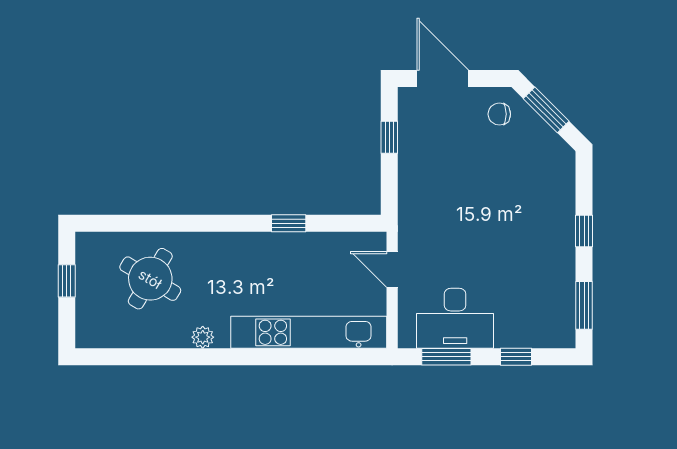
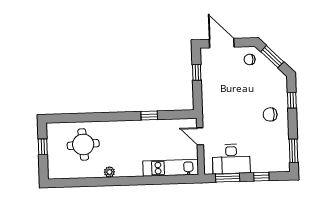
chair: (538, 229) -> (270, 114), added
window: (584, 231) -> (292, 100), moved
round table: (150, 279) -> (83, 144), turned -35
kitchen unit: (309, 332) -> (171, 168), width x0.73

